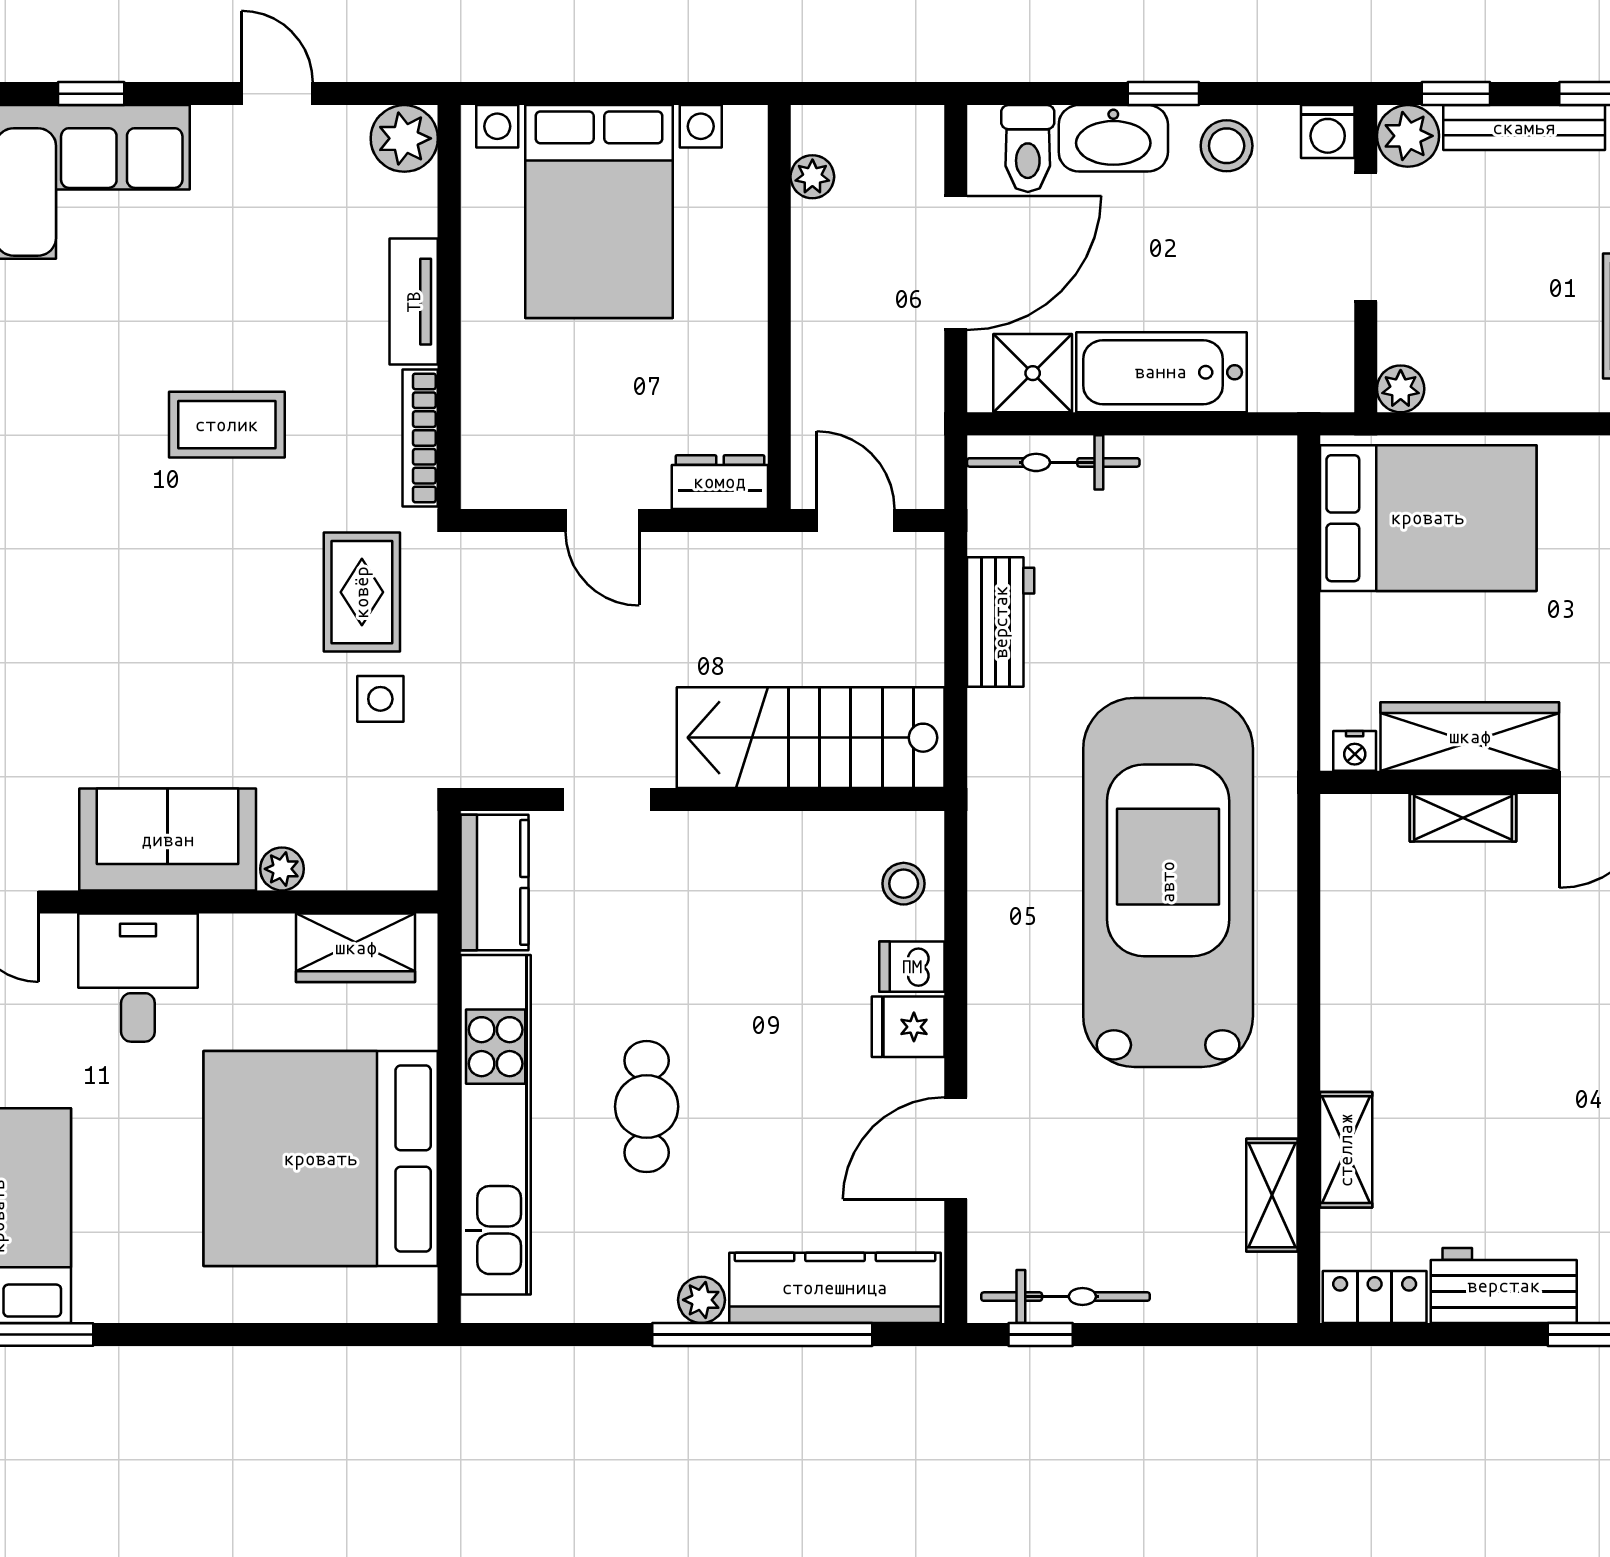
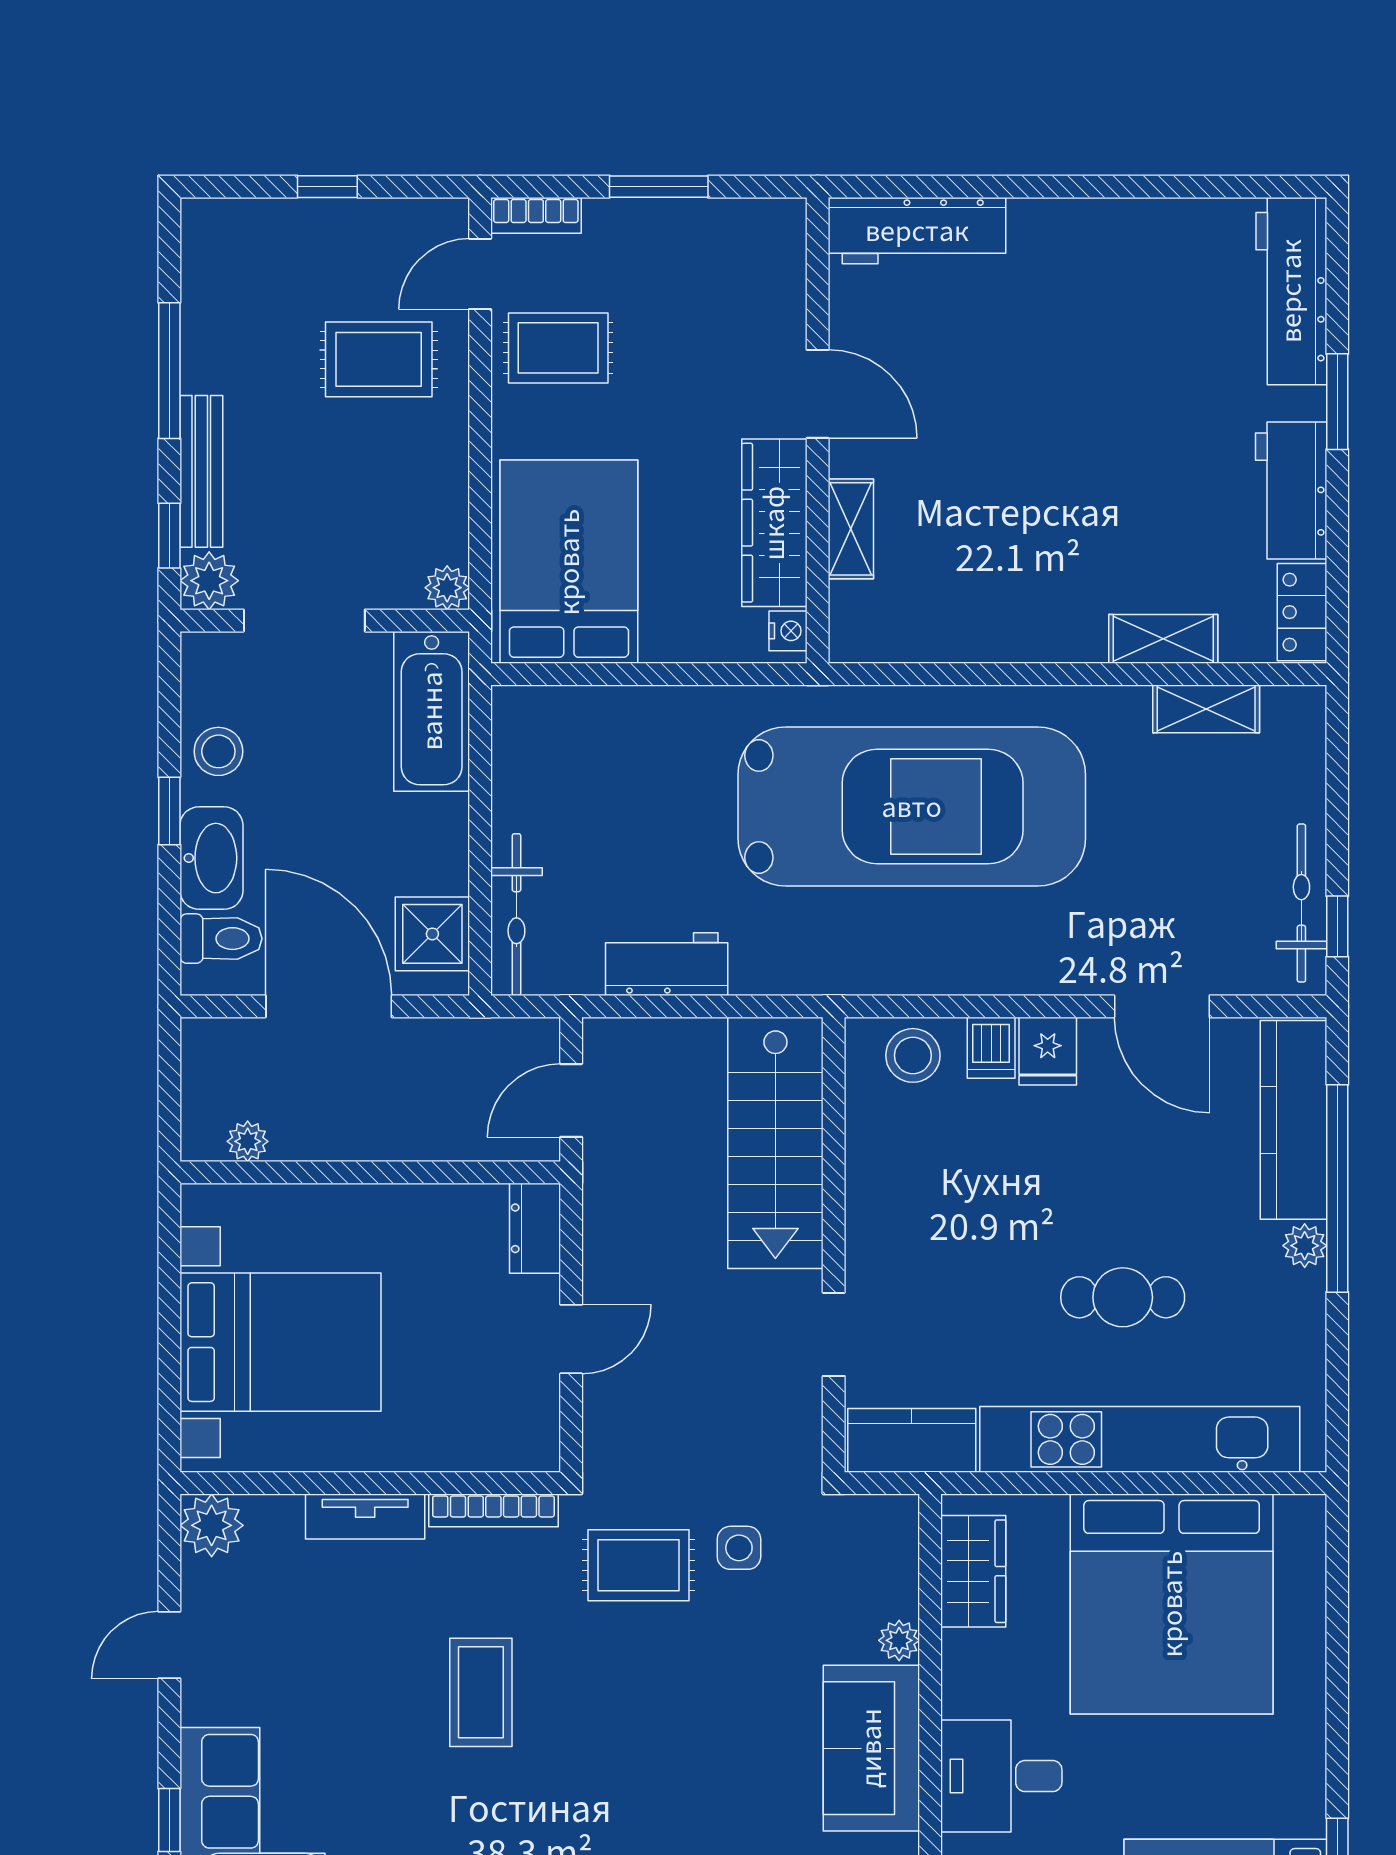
washing machine: (1328, 132) -> (205, 656), removed
bathtub: (1161, 372) -> (432, 711), moved
car: (1168, 882) -> (912, 807), turned 180
stool: (904, 884) -> (913, 1055), width x1.37, depth x1.37

